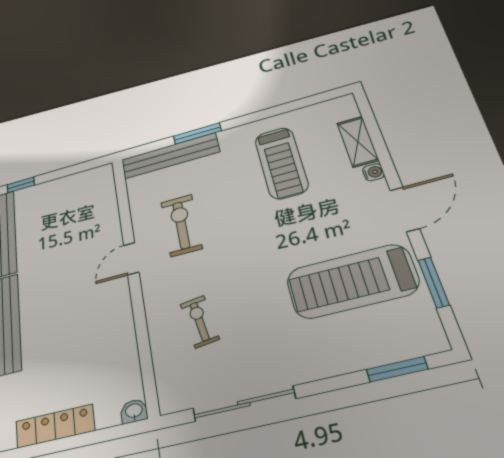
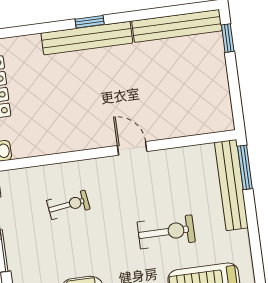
window: (197, 134) -> (245, 167), moved
exercise bike: (181, 225) -> (166, 232), moved

